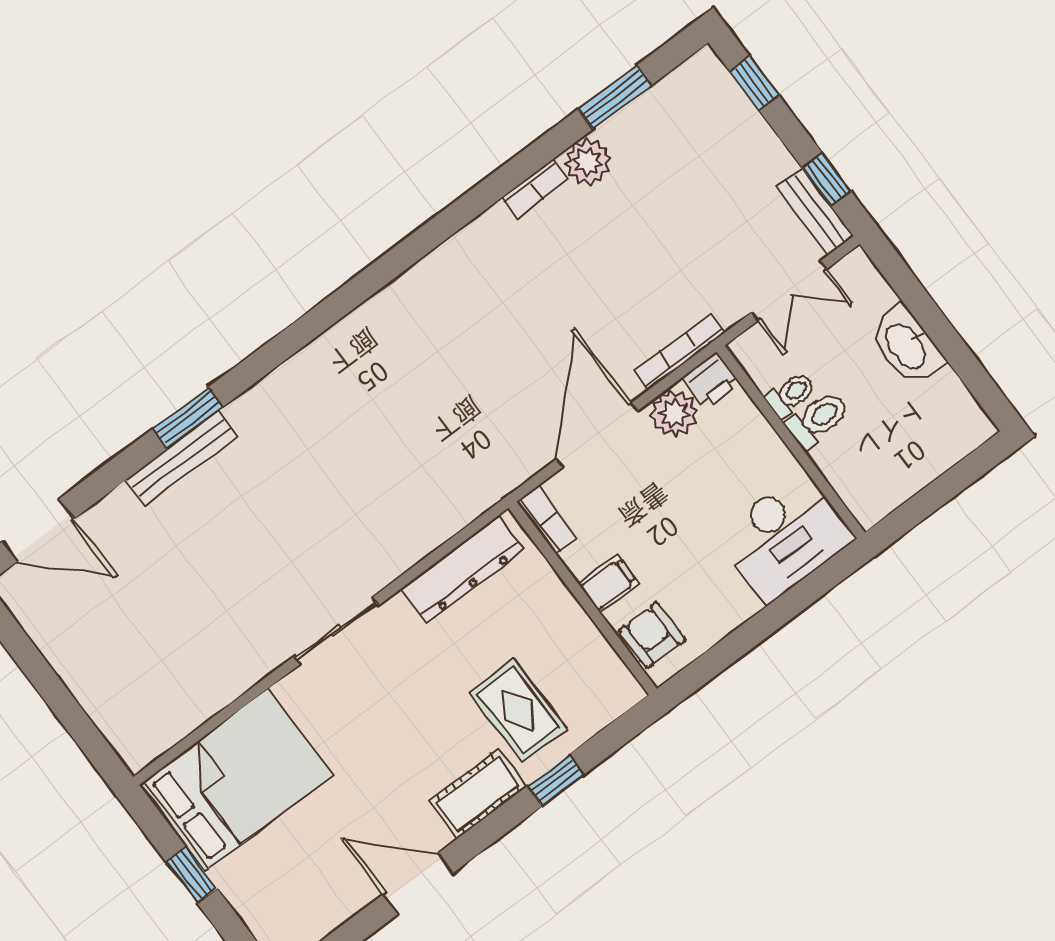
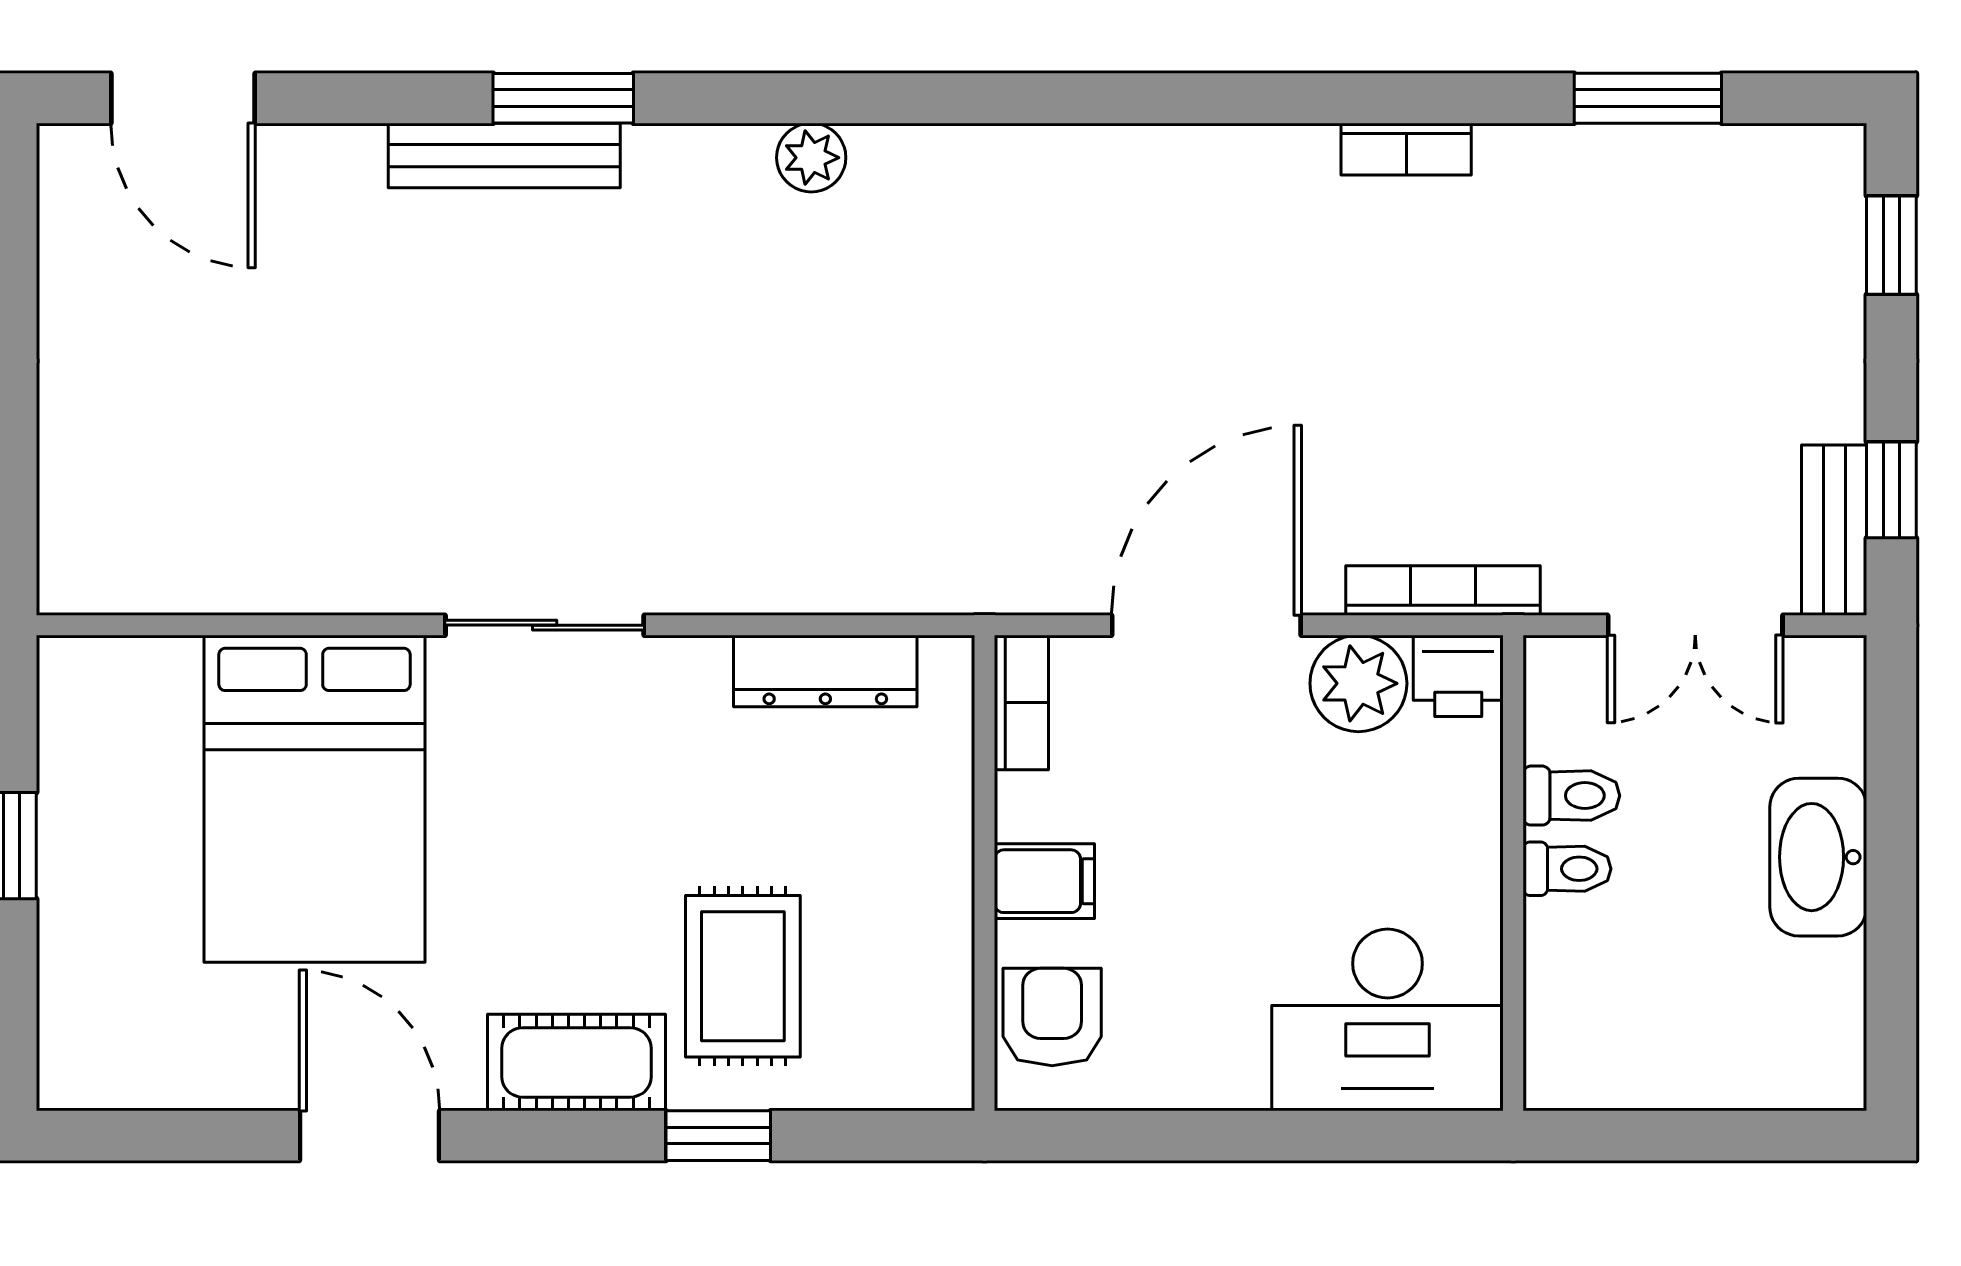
plant: (588, 162) -> (811, 158), moved, width x0.73, depth x0.73
toilet: (817, 419) -> (1567, 869), width x0.73, depth x0.72
dresser: (463, 569) -> (825, 671), width x0.73, depth x0.80
bed: (236, 780) -> (314, 799), moved, turned 90

